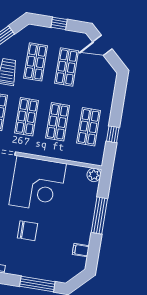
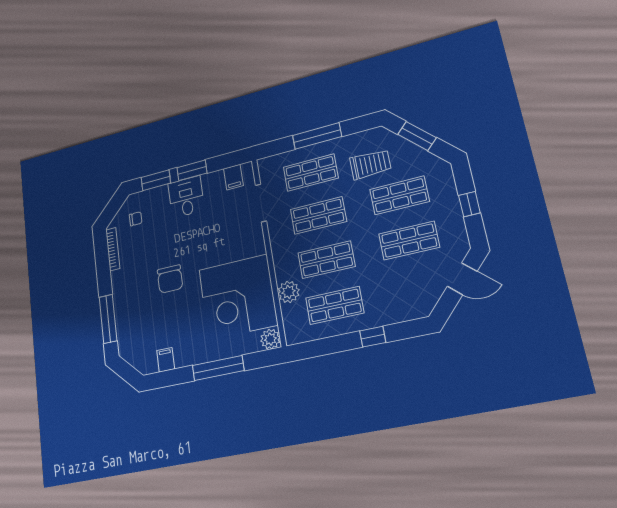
door: (102, 45) -> (462, 279), swing flipped
window: (113, 134) -> (373, 337), moved
plant: (68, 153) -> (289, 292), added
corner desk: (38, 184) -> (238, 297), moved

